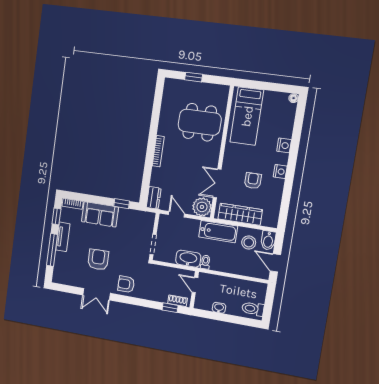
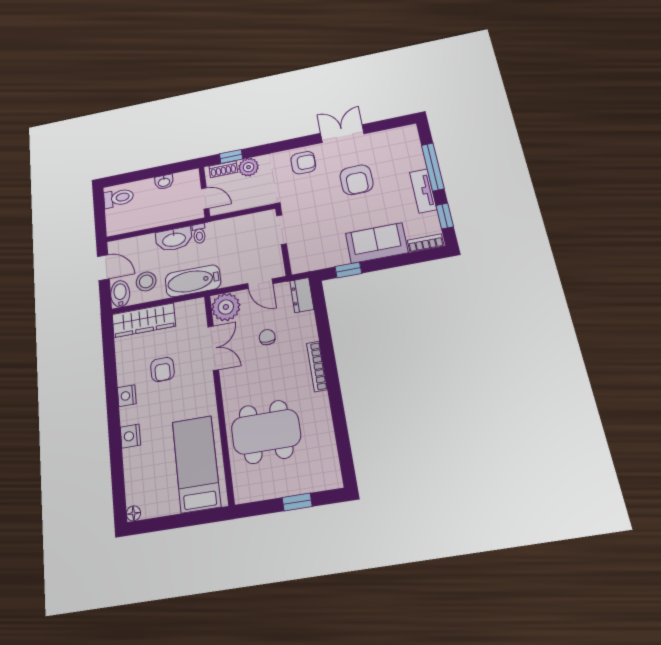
chair: (182, 179) -> (267, 337), added
wardrobe: (240, 214) -> (144, 320), moved
washbasin: (188, 259) -> (174, 239), moved
plant: (161, 295) -> (249, 167), added

